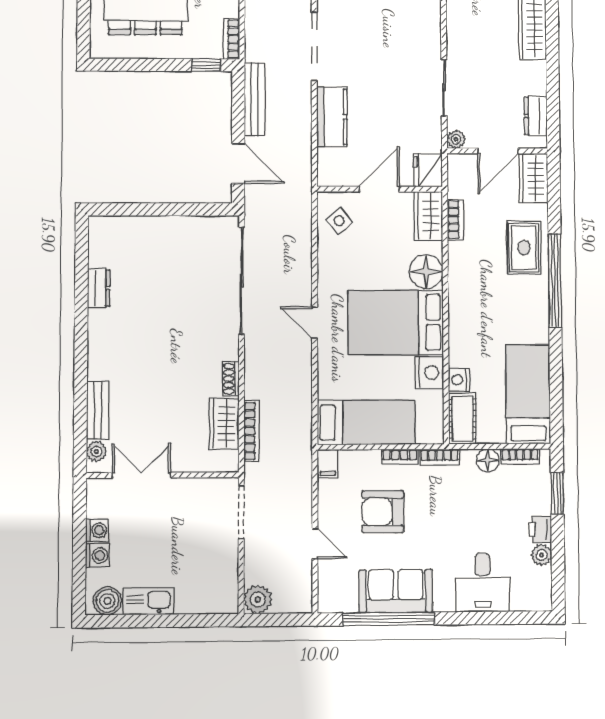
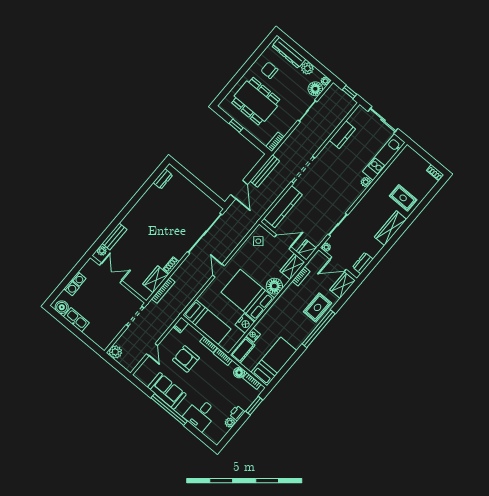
window: (206, 65) -> (236, 126), moved
kitchen counter: (332, 117) -> (283, 207), width x1.50
dresser: (99, 288) -> (163, 179), moved
window: (389, 619) -> (169, 409), moved

